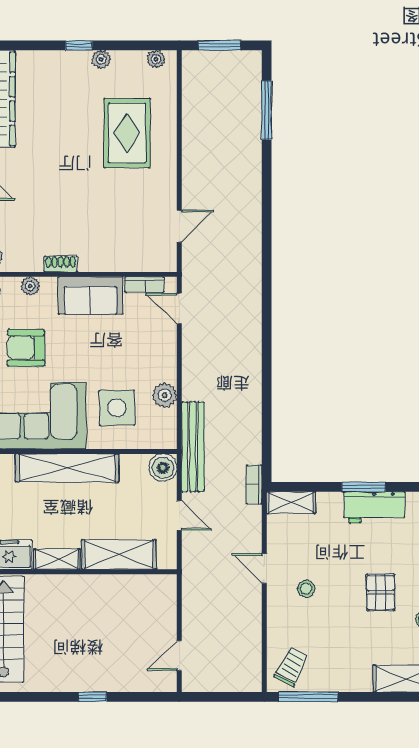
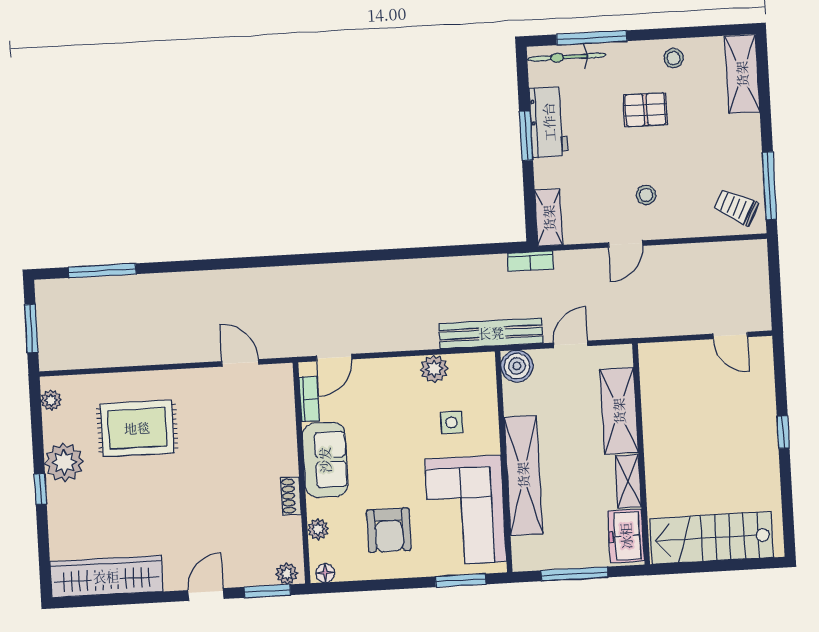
plant: (101, 59) -> (64, 462), width x1.88, depth x1.88
side table: (117, 408) -> (452, 422), width x0.54, depth x0.54

